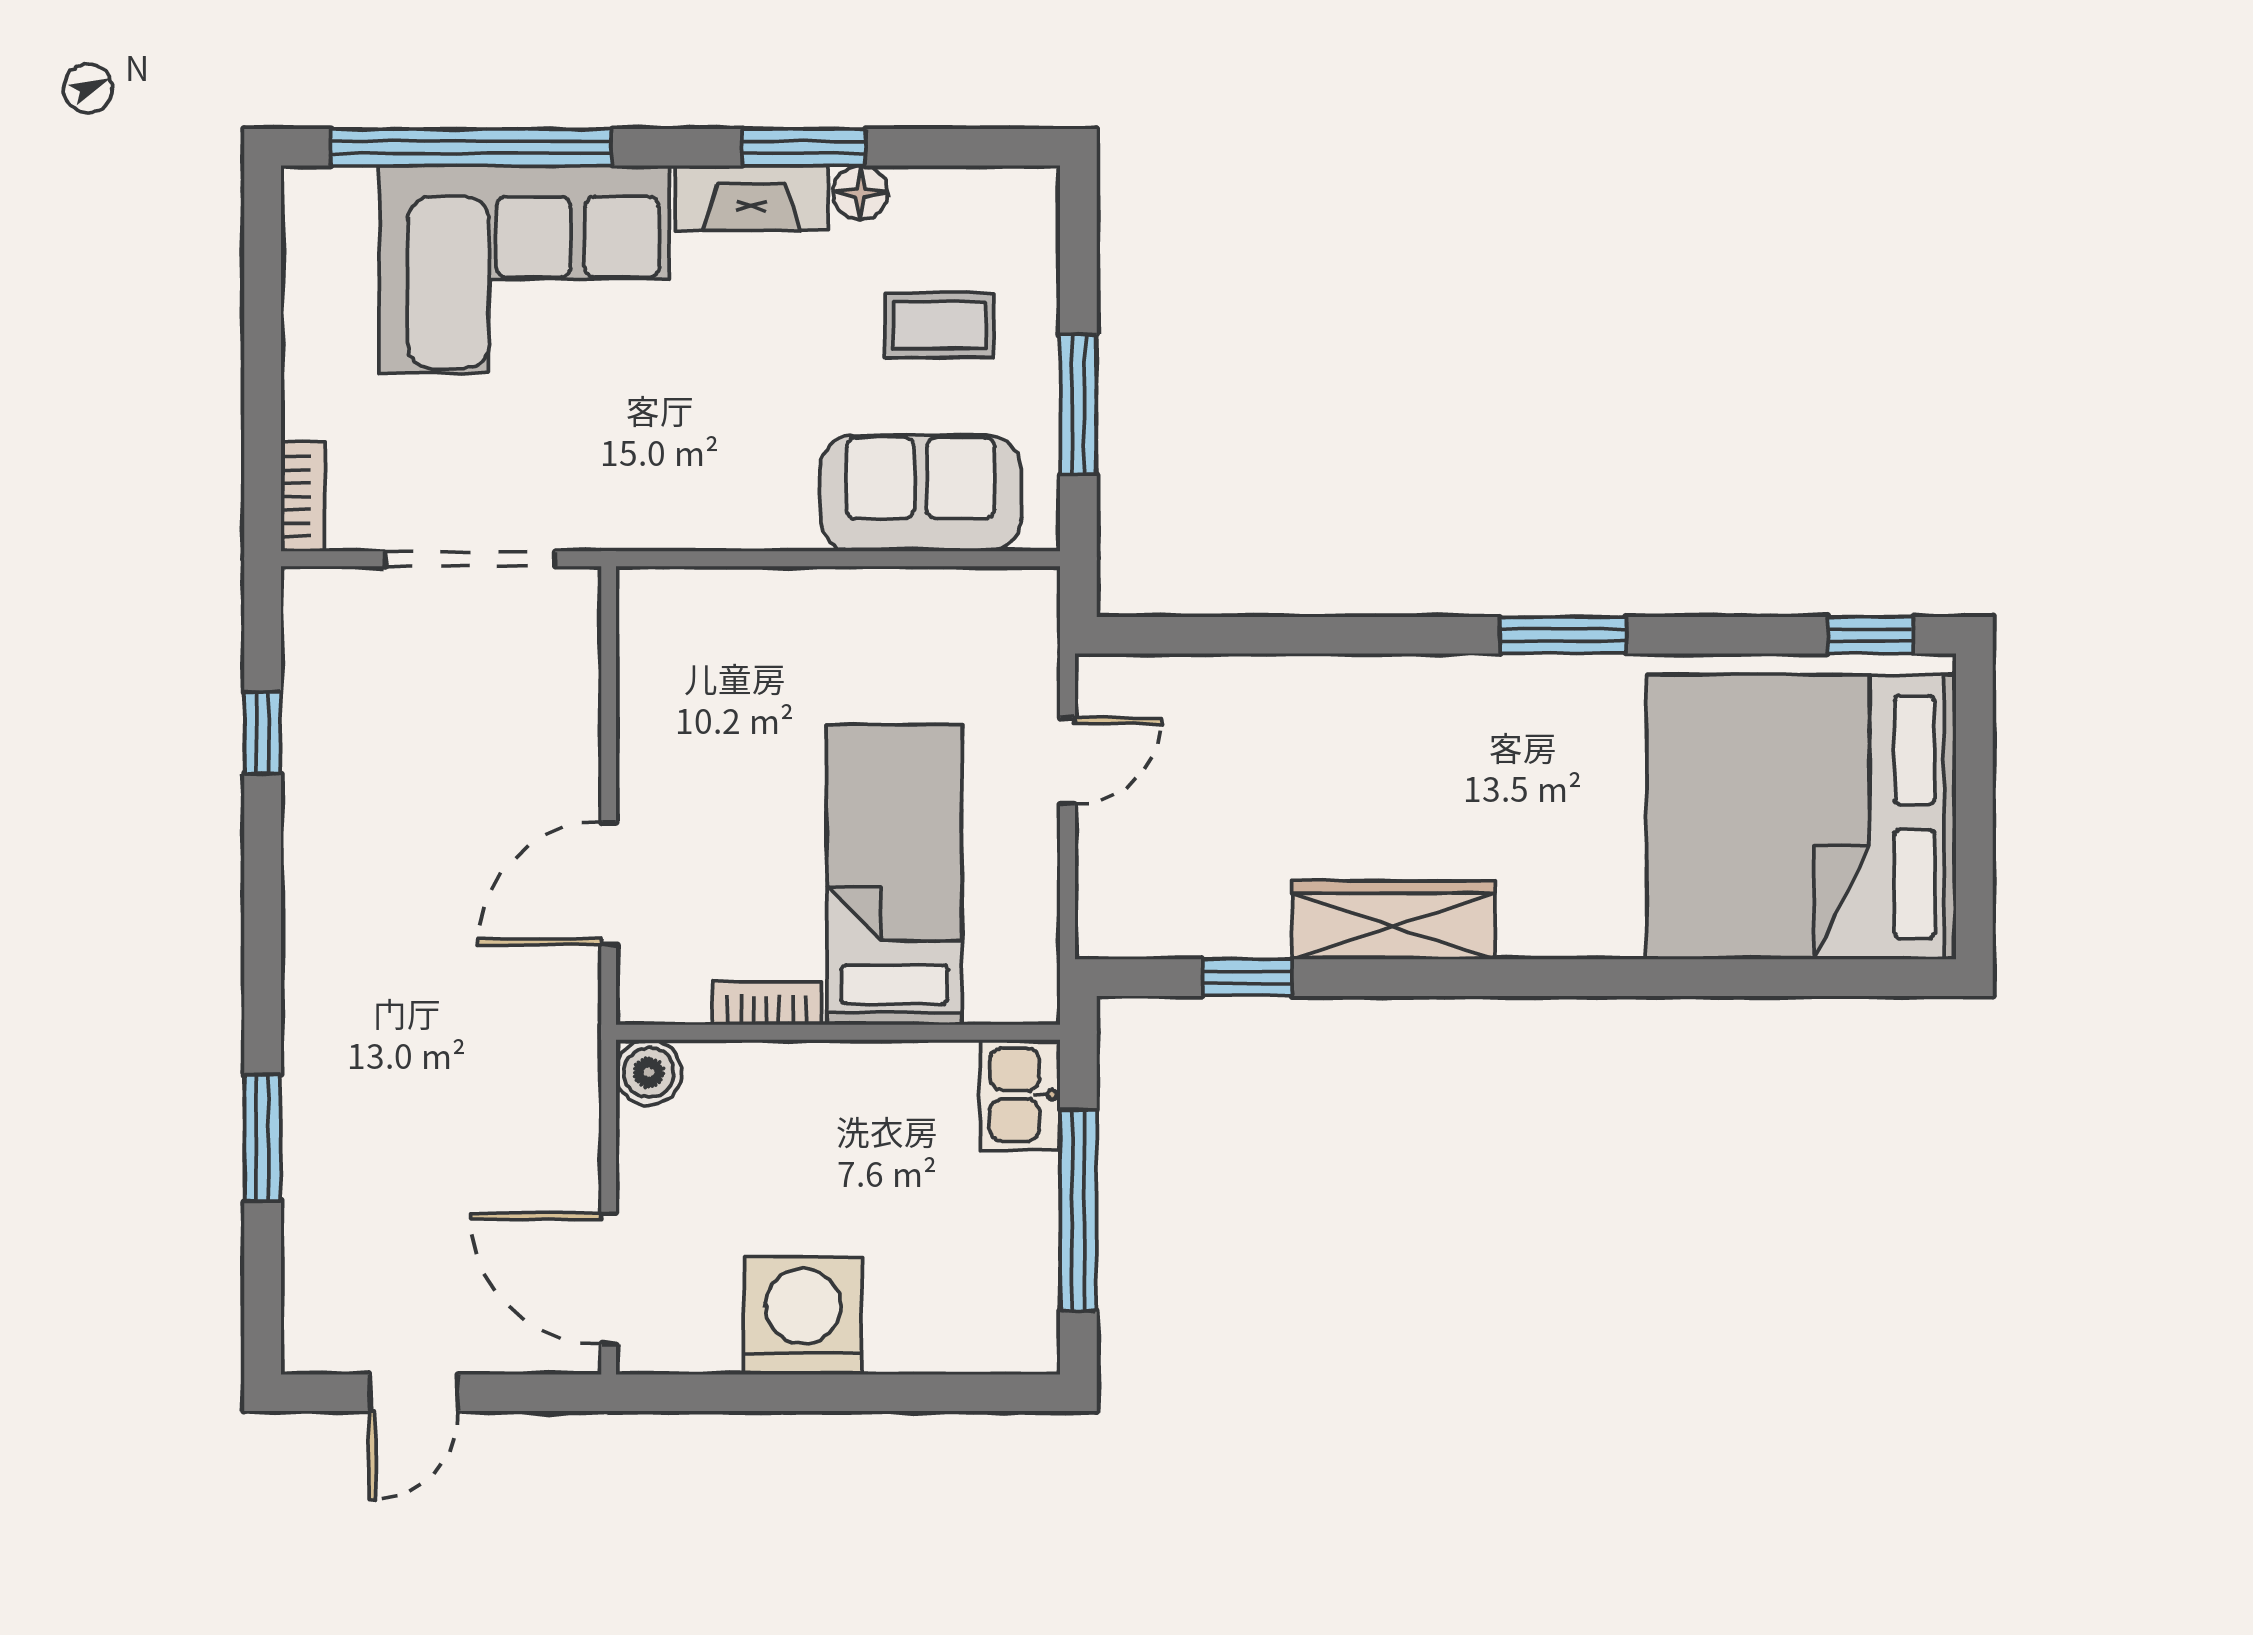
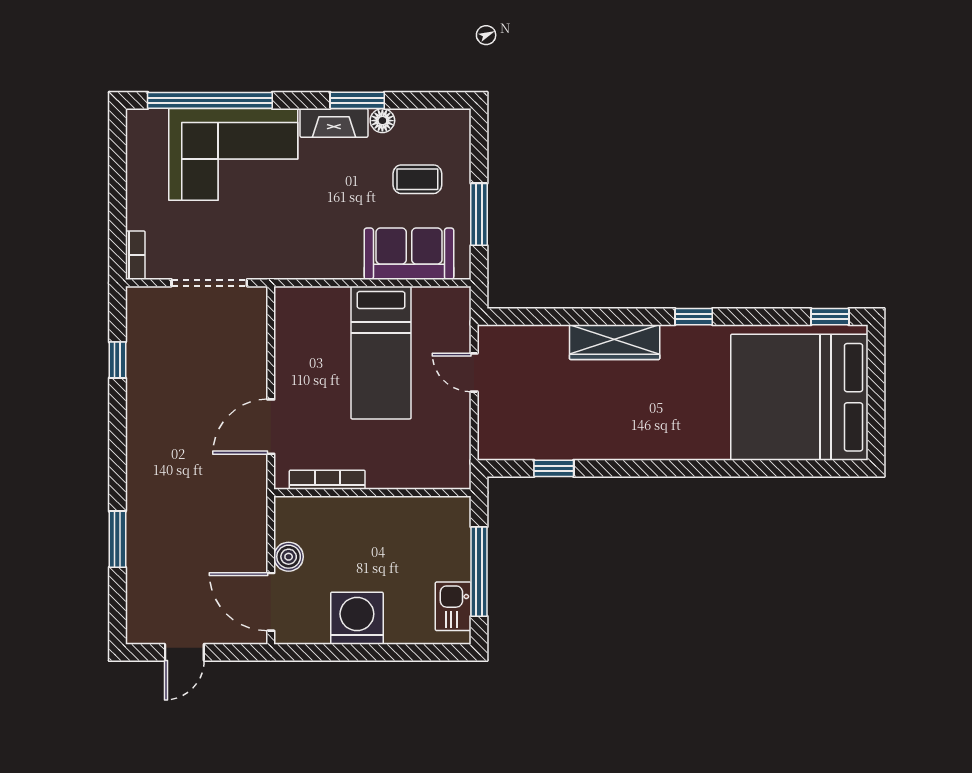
window: (1563, 635) -> (694, 317), width x0.67
door: (1067, 761) -> (474, 373), swing flipped
bed: (894, 875) -> (381, 353), moved, turned 180
wardrobe: (1394, 920) -> (615, 342), moved, turned 180
bookcase: (767, 1003) -> (327, 480), width x1.56
boiler: (649, 1072) -> (289, 557), moved
kitchen sink: (1020, 1095) -> (453, 606), moved

